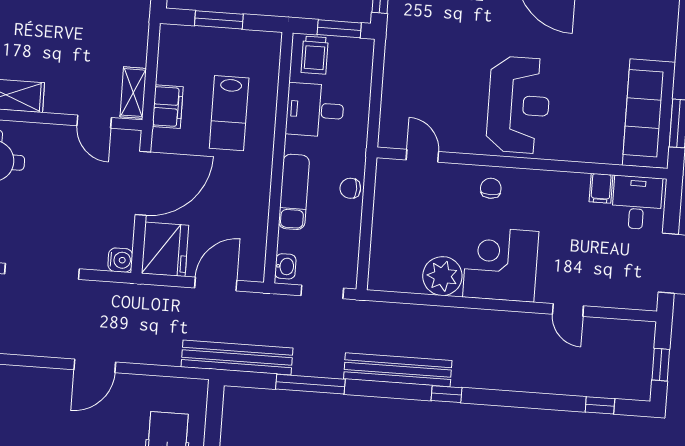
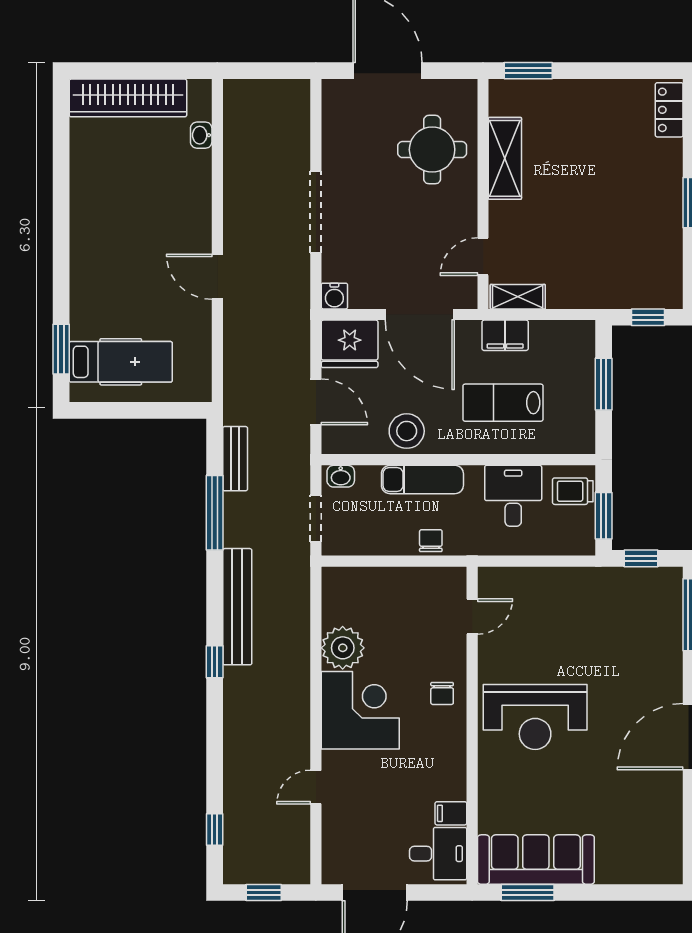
chair: (491, 188) -> (442, 693), turned 90
stool: (249, 203) -> (407, 431), added
bench: (237, 357) -> (235, 459), width x0.54, depth x0.82

